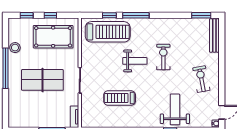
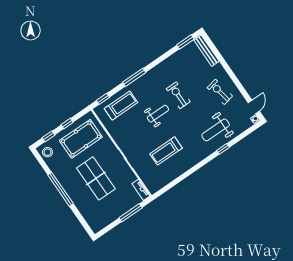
window: (109, 15) -> (103, 99), moved
treadmill: (108, 32) -> (121, 105), width x0.73, depth x0.73
stool: (15, 48) -> (47, 152), moved
table tennis table: (42, 80) -> (96, 178), turned 90
weight bench: (175, 109) -> (216, 130), turned -90

